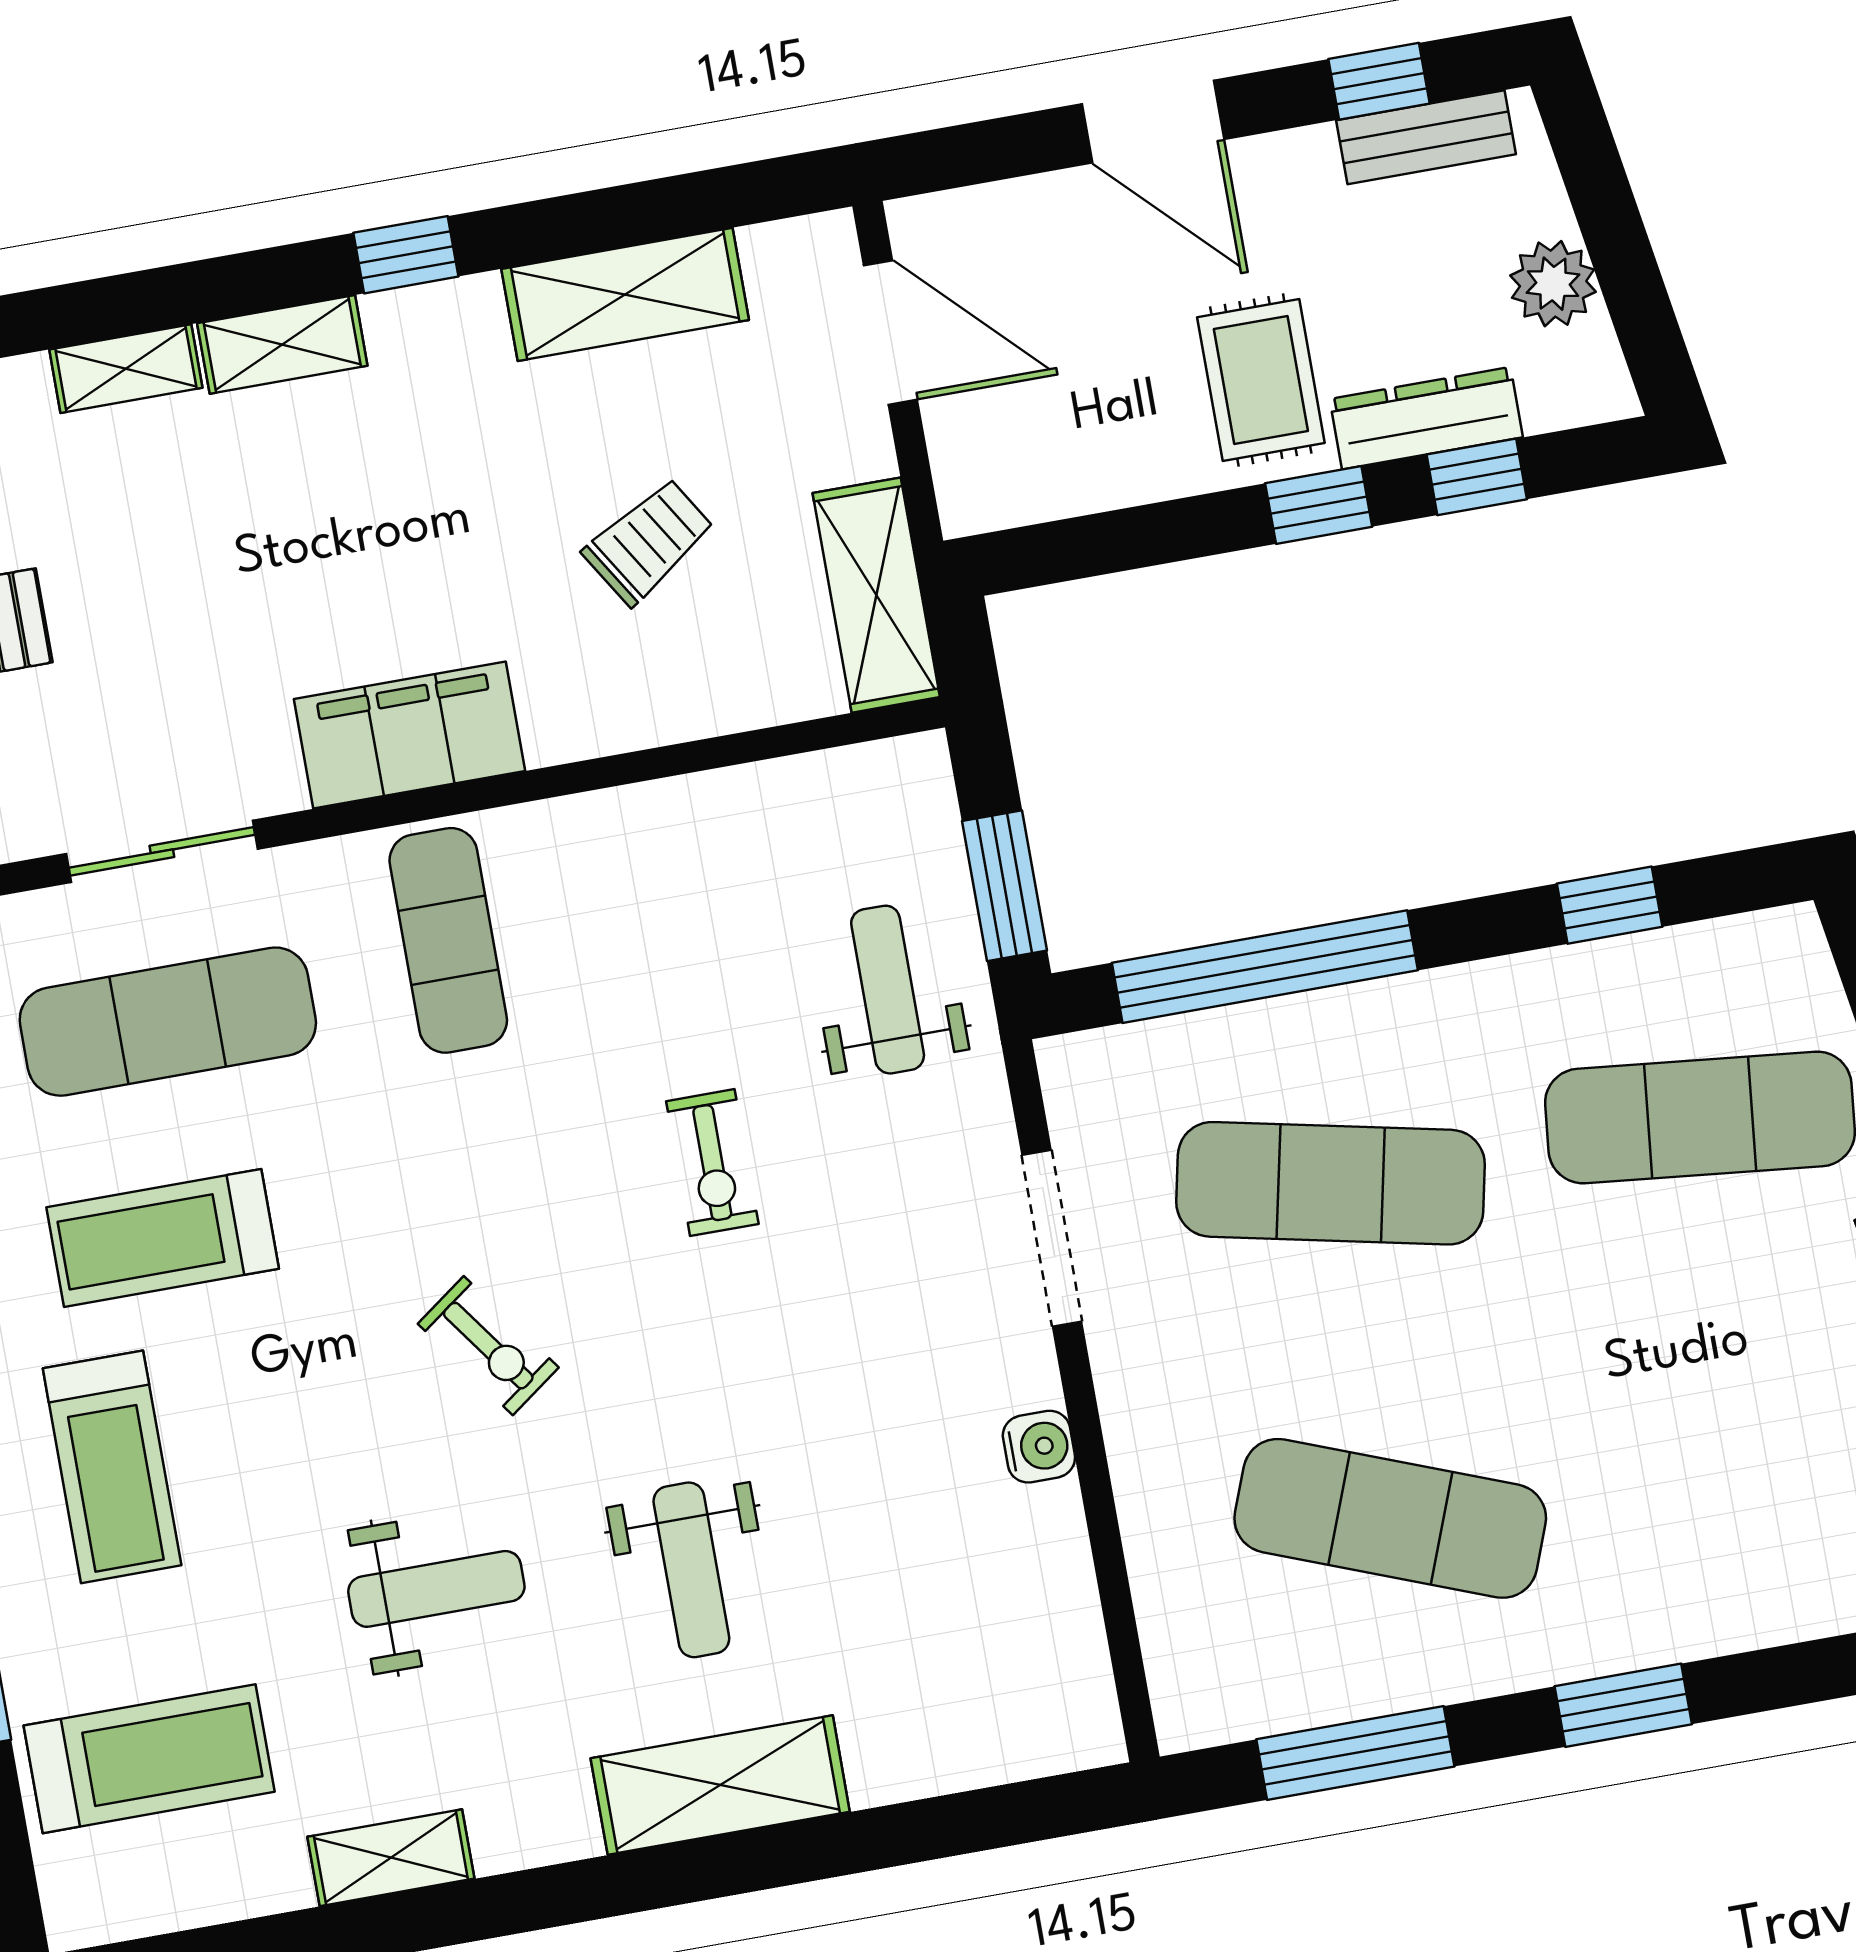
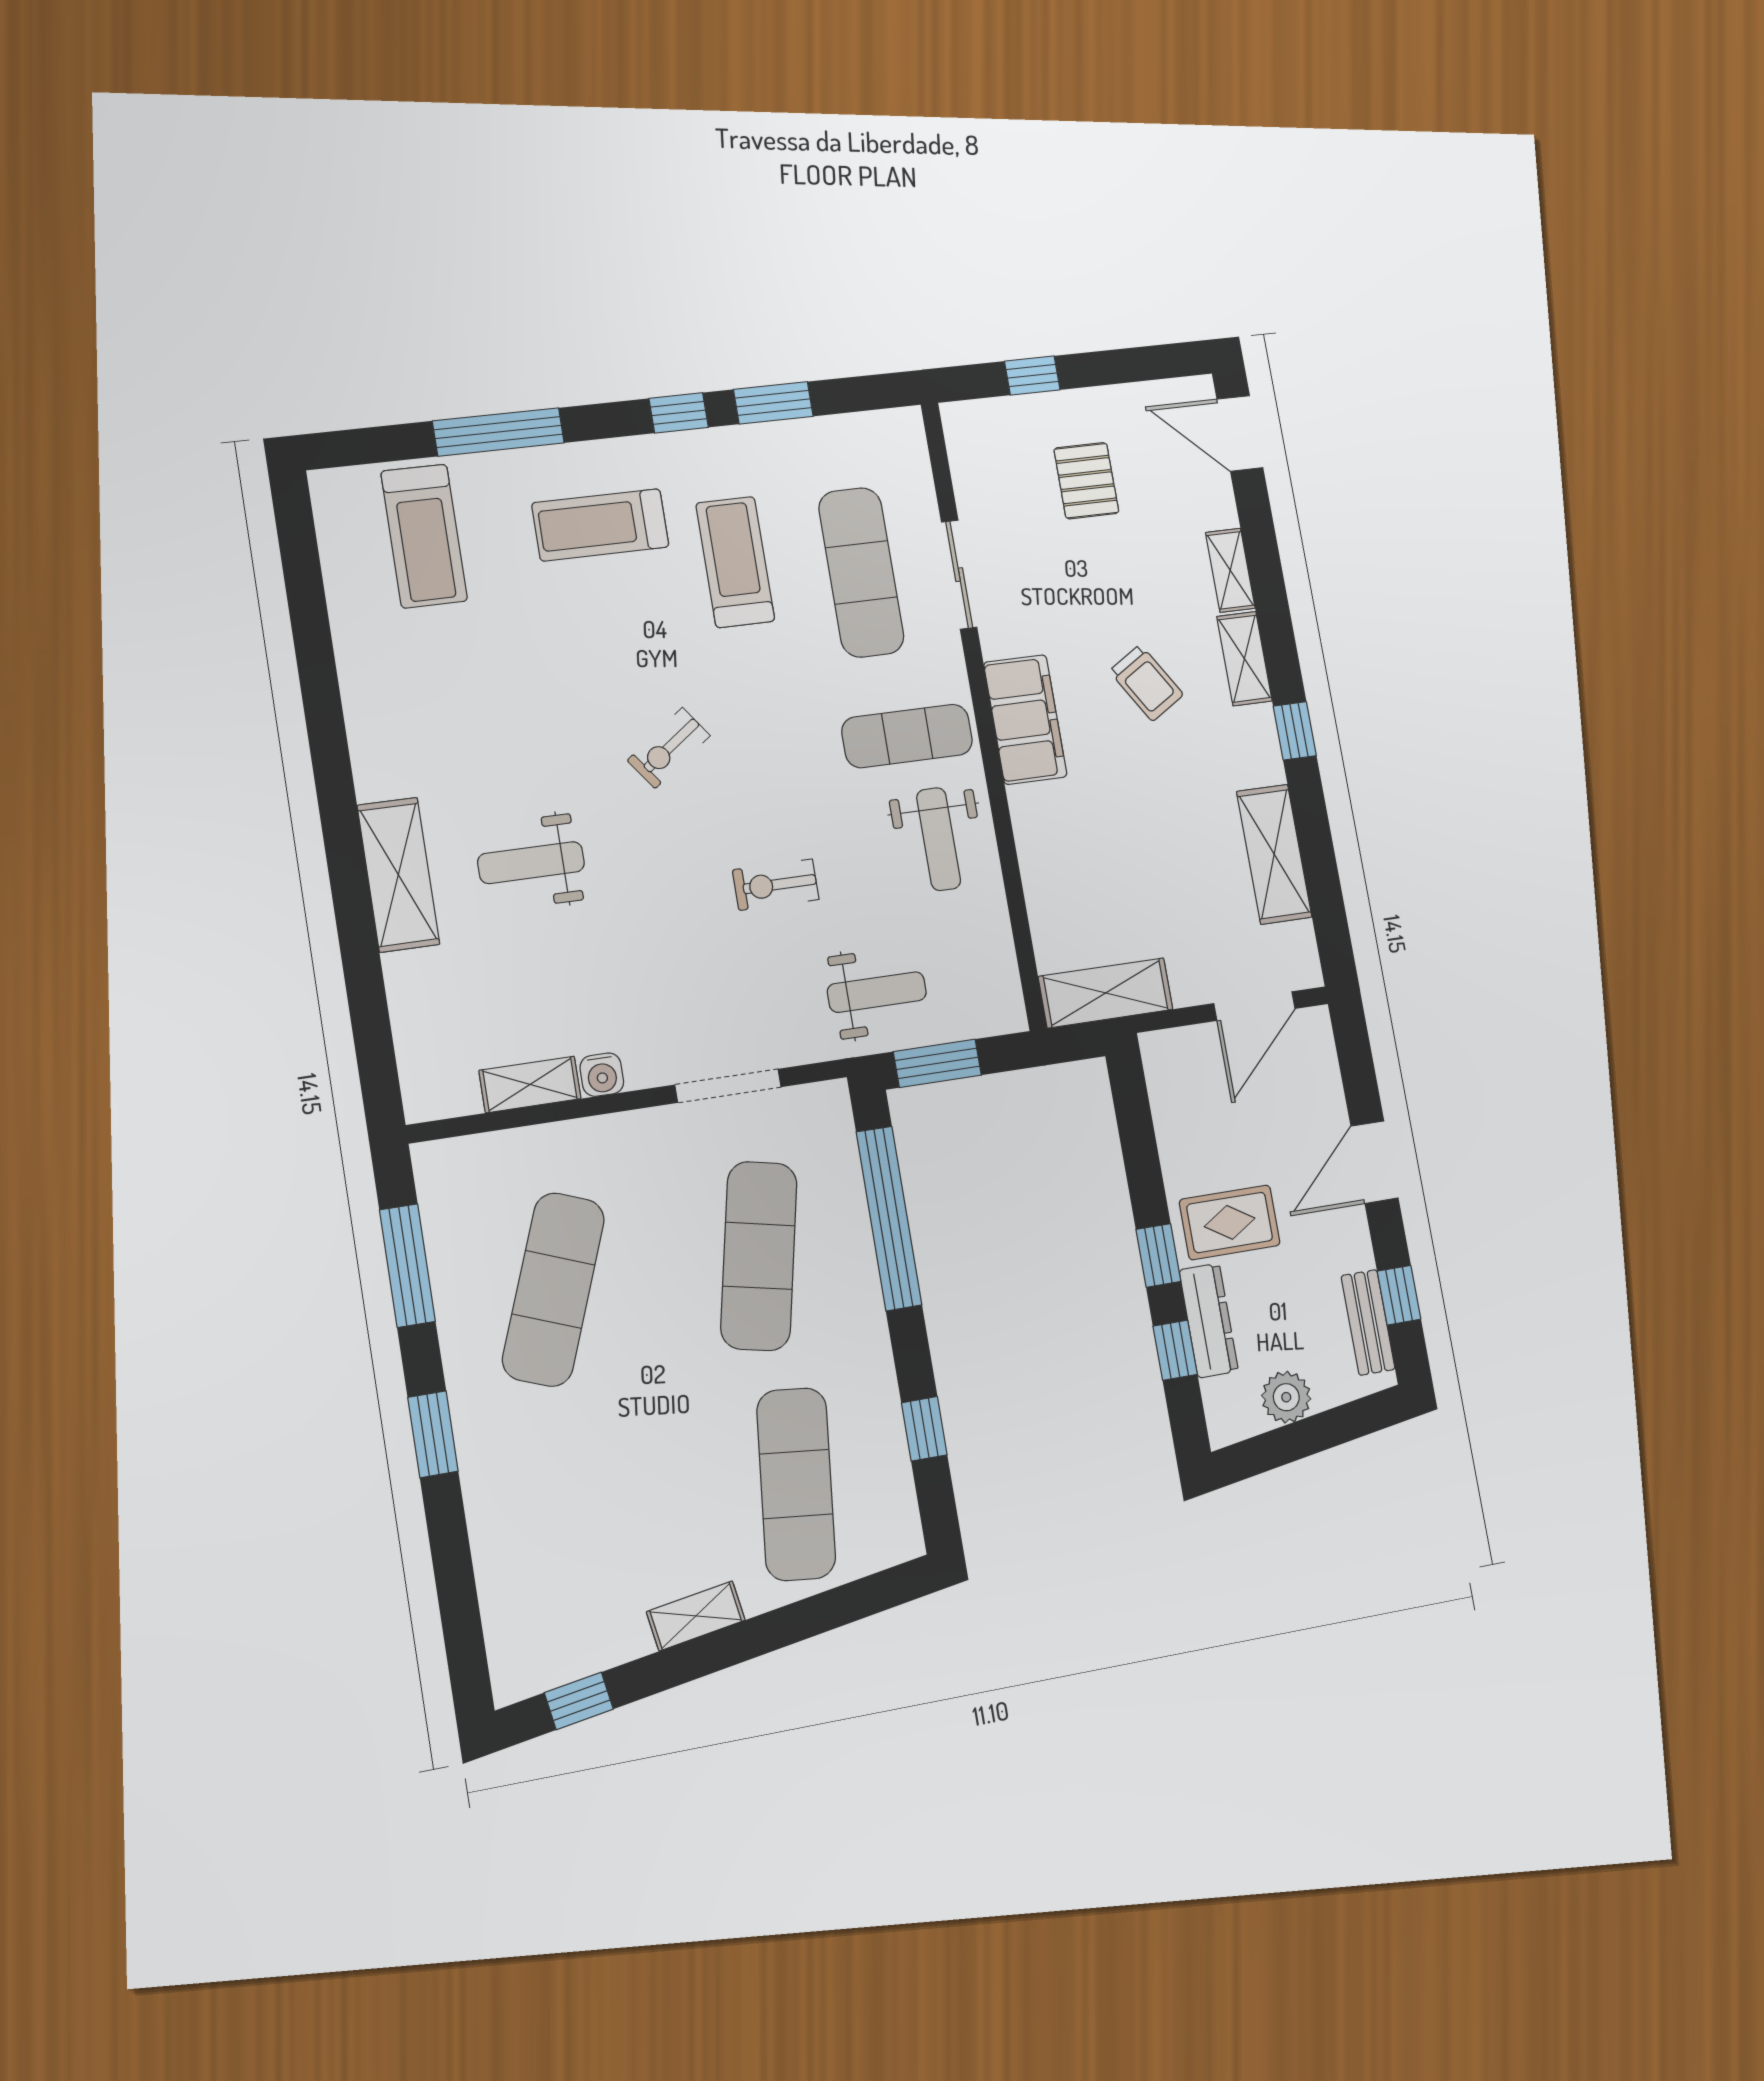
trolley: (649, 541) -> (1146, 683), moved
weight bench: (436, 1589) -> (939, 839), moved
shelving: (391, 1858) -> (530, 1084), moved, turned 90

